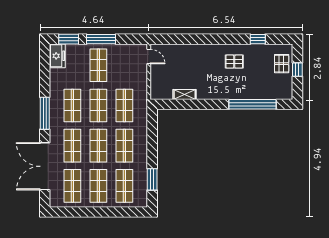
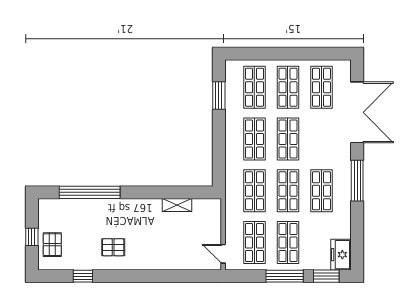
shop shelf: (72, 146) -> (254, 243), moved

